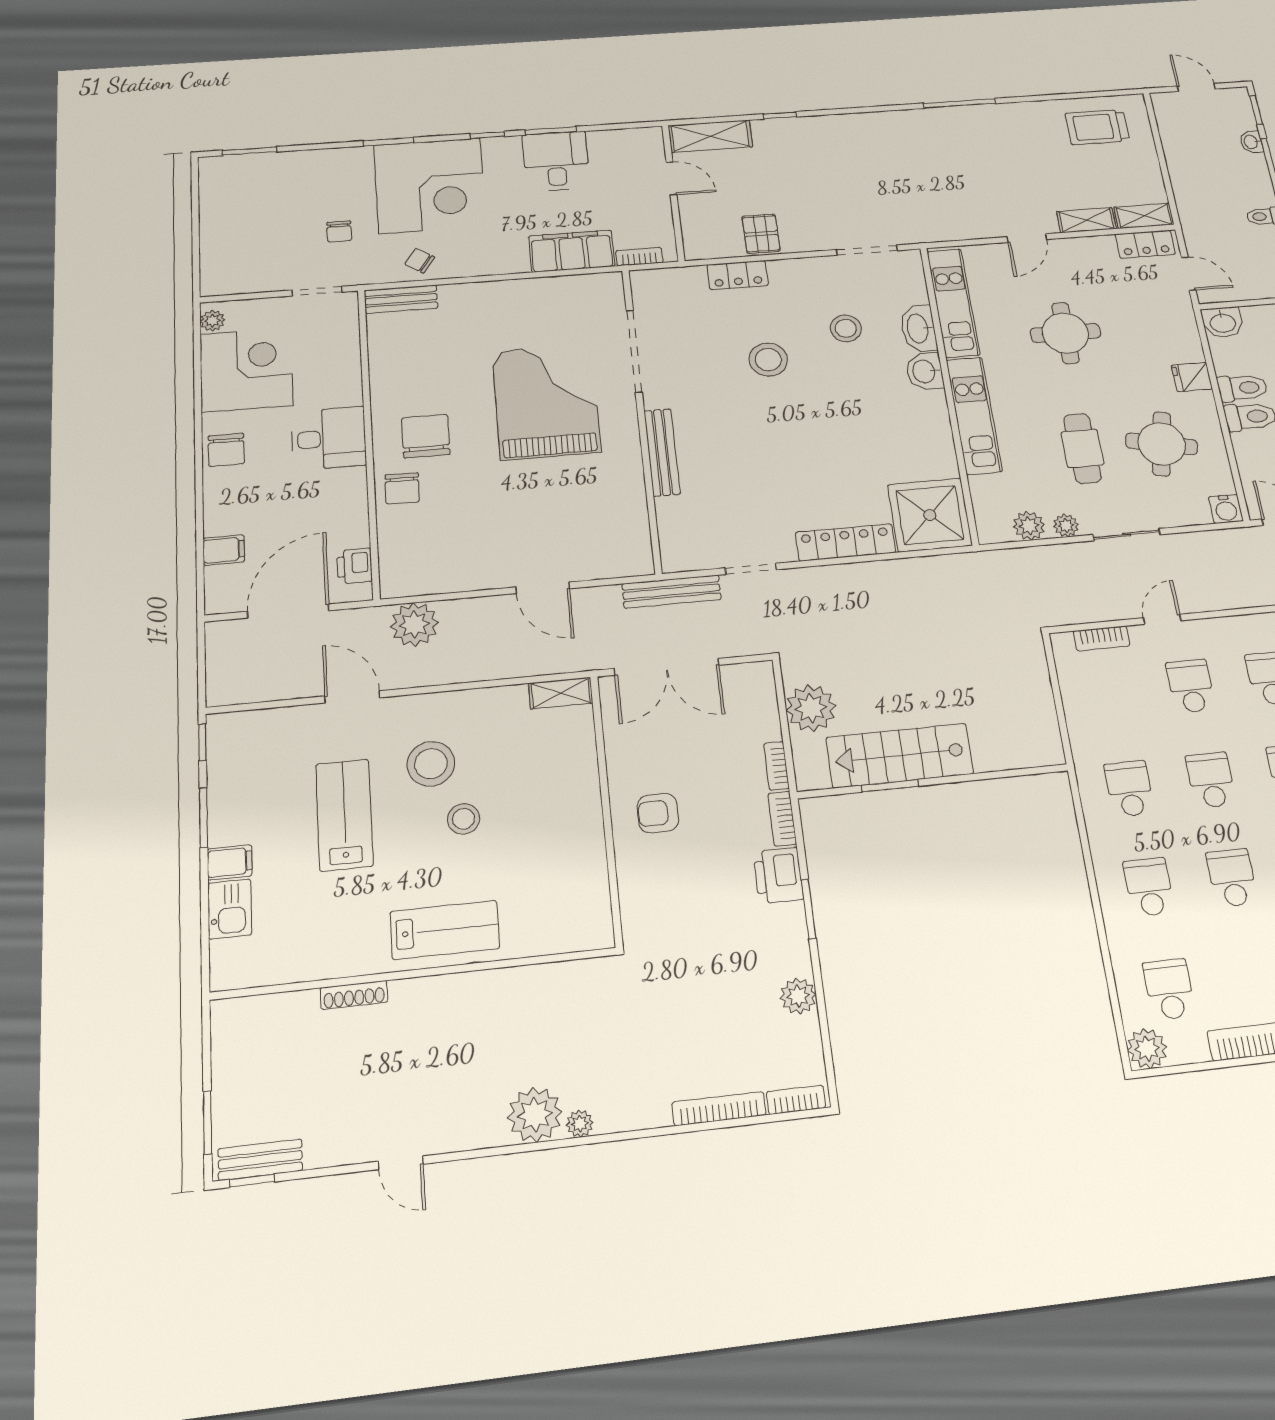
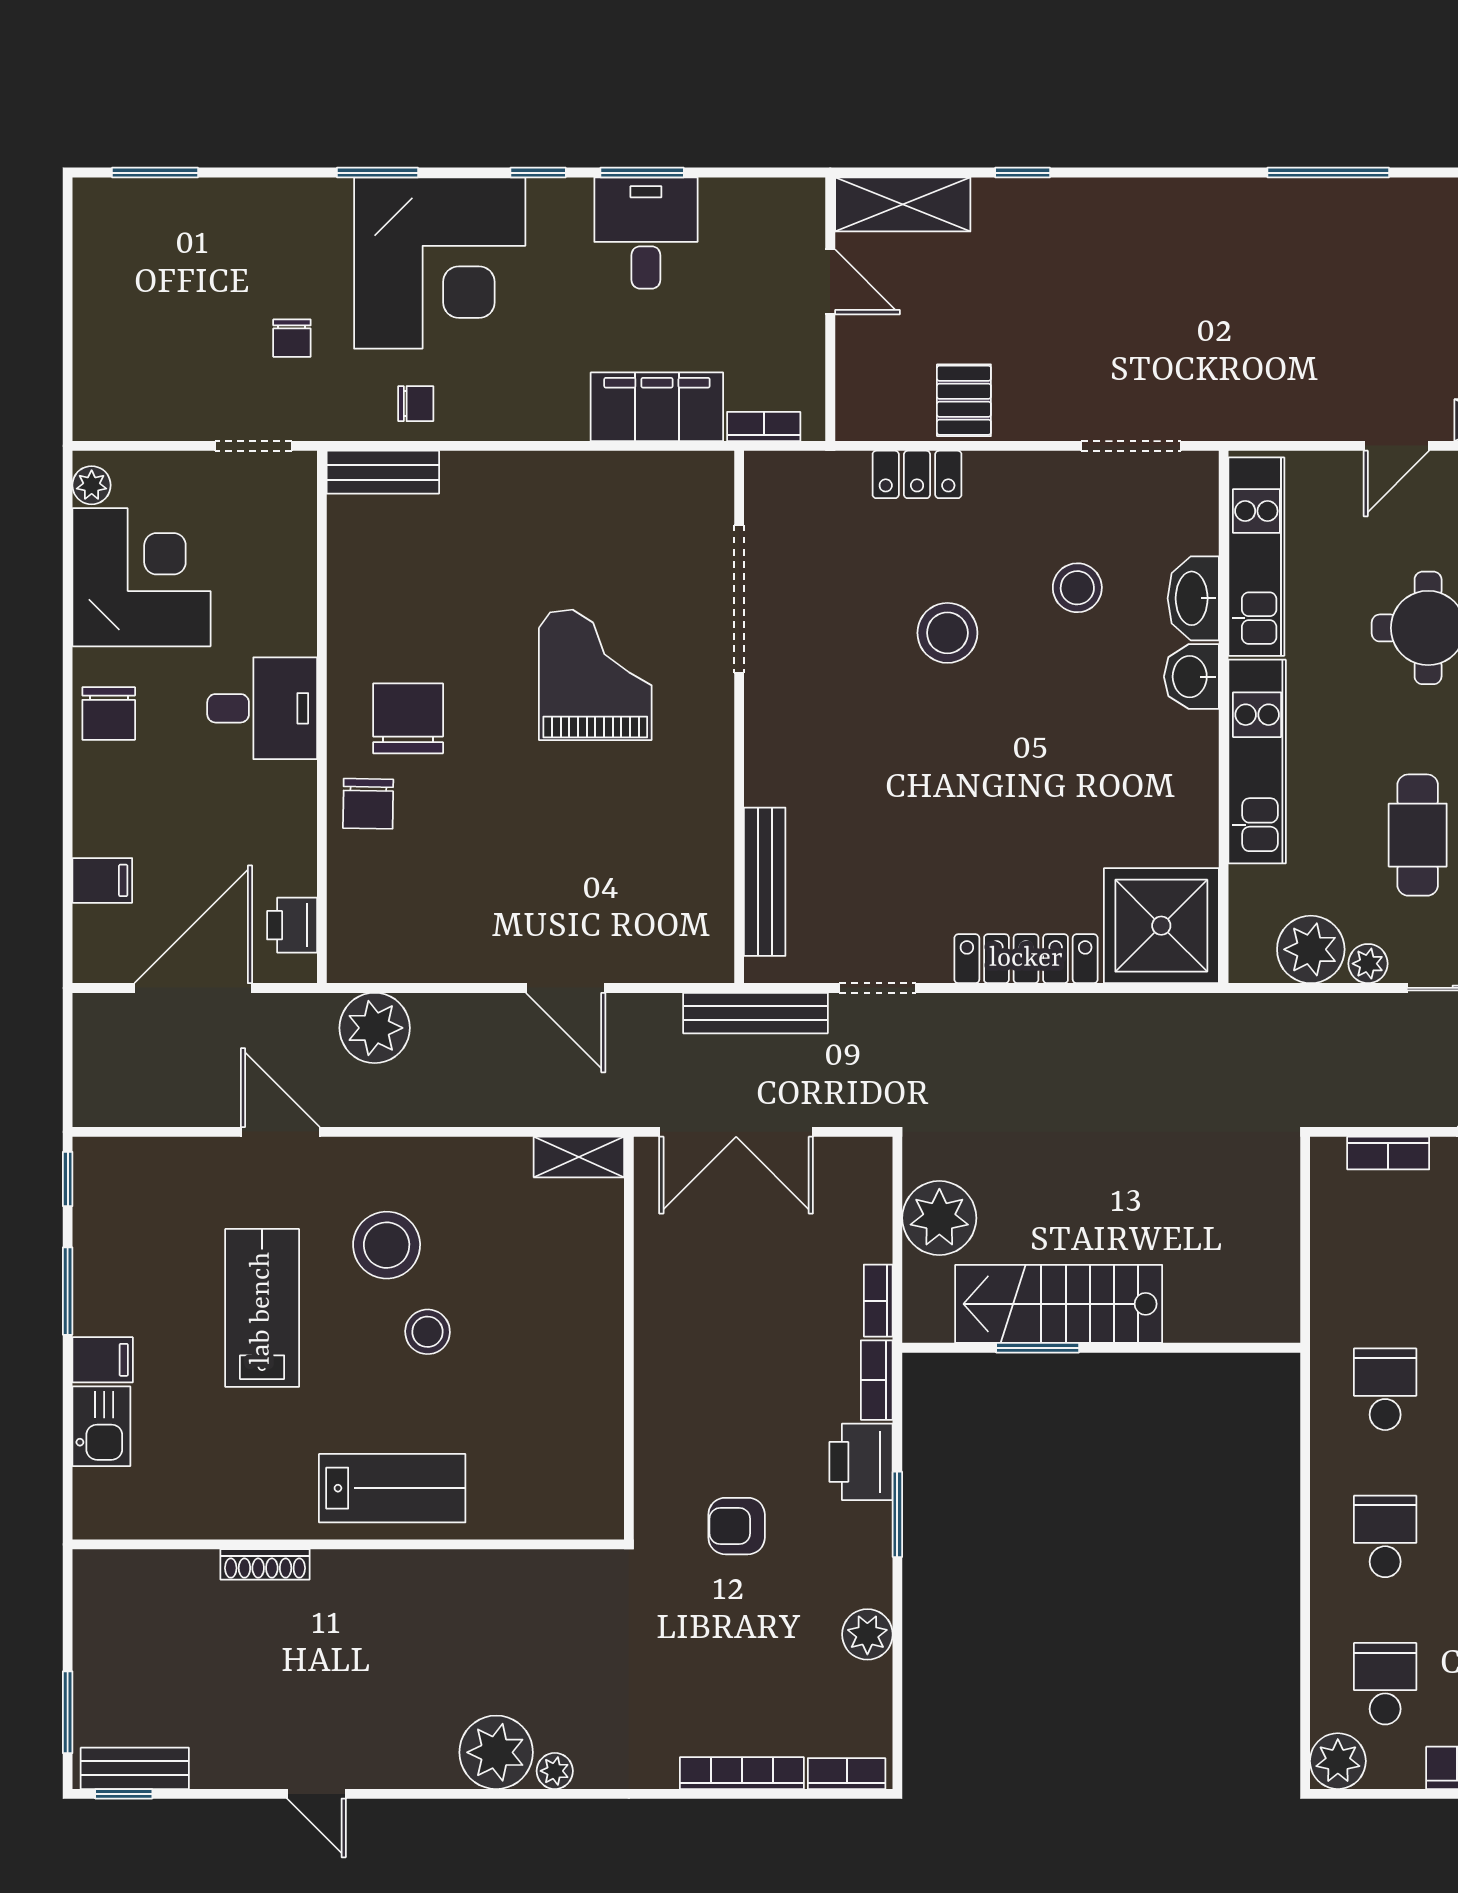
chair: (420, 261) -> (416, 404), turned 146
grand piano: (546, 401) -> (595, 675), width x0.73, depth x0.68
bench: (662, 452) -> (765, 882), moved
plant: (1029, 526) -> (1311, 949), width x1.36, depth x1.36
armchair: (658, 813) -> (737, 1526), moved

